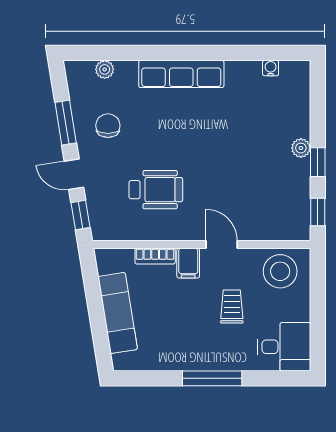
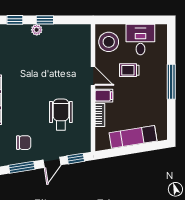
chair: (108, 126) -> (24, 143), turned 180
window: (318, 212) -> (15, 20), moved
door: (222, 245) -> (93, 76), swing flipped
desk: (284, 347) -> (140, 40), moved

